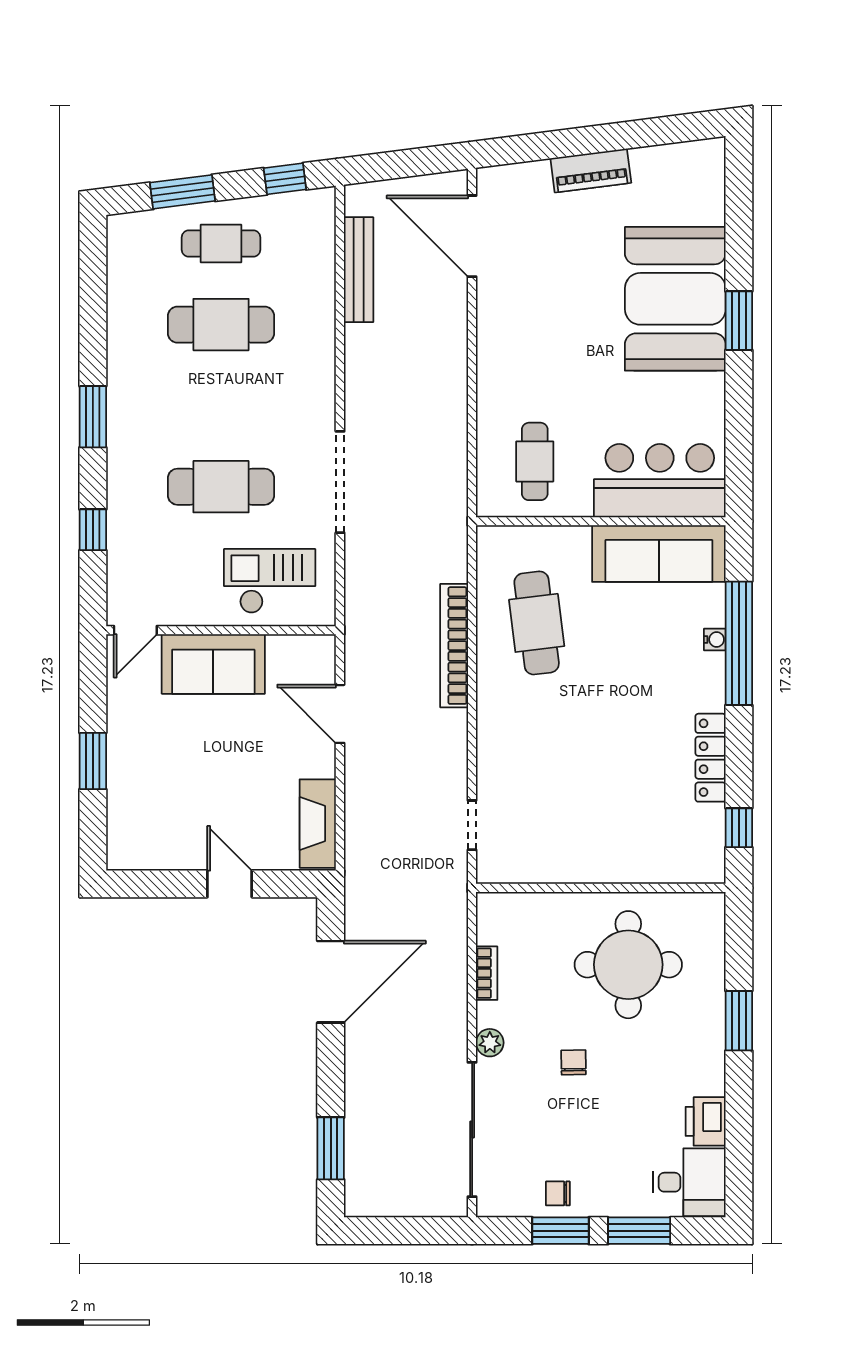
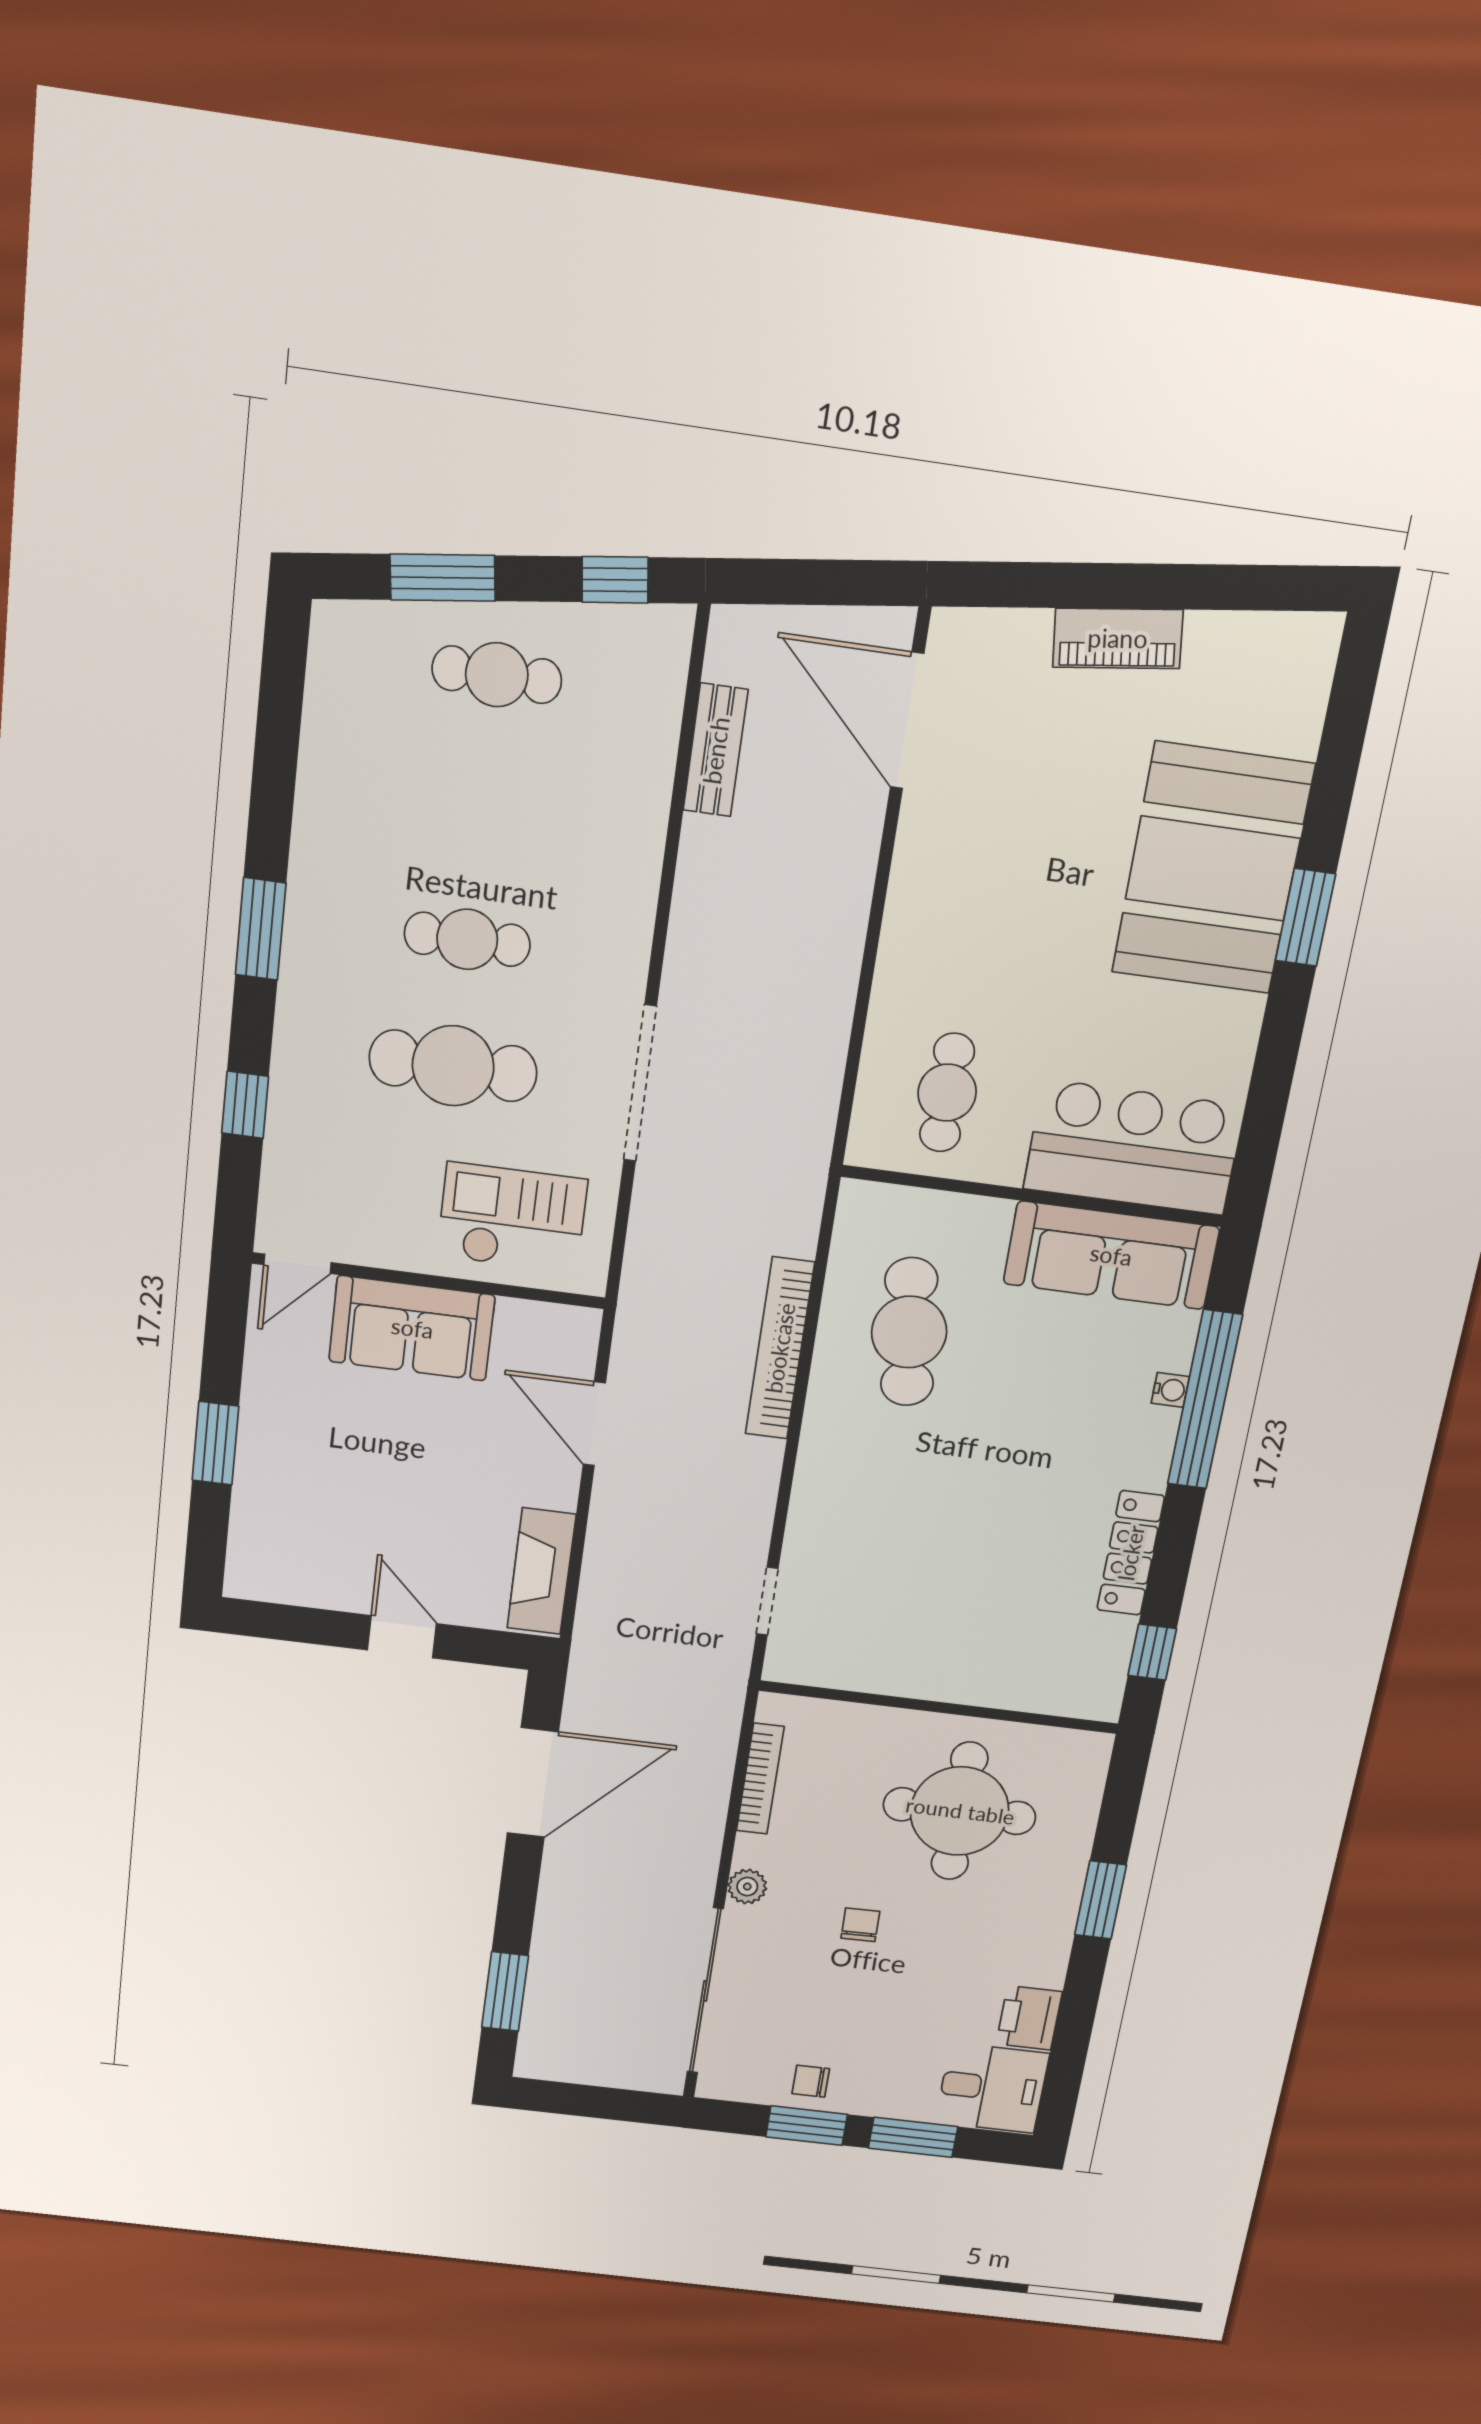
bench: (359, 270) -> (716, 750), width x0.73
cafe table: (221, 325) -> (467, 939), moved, width x0.73, depth x0.74
bookcase: (487, 973) -> (760, 1779), width x1.56

